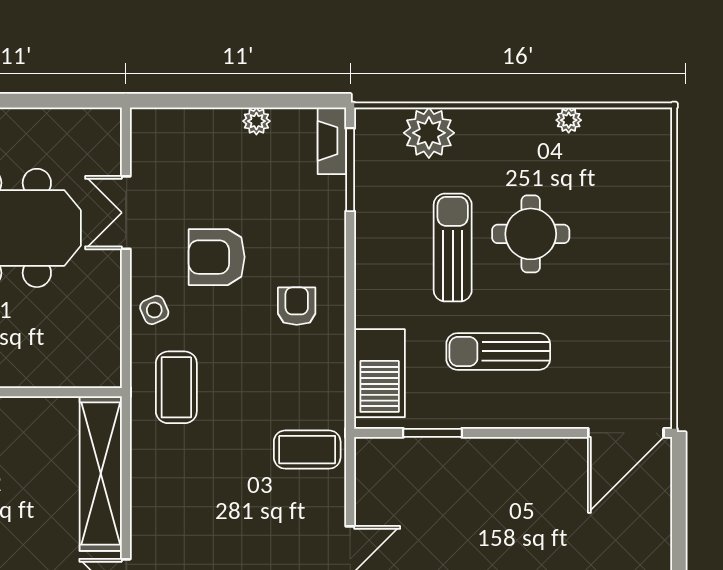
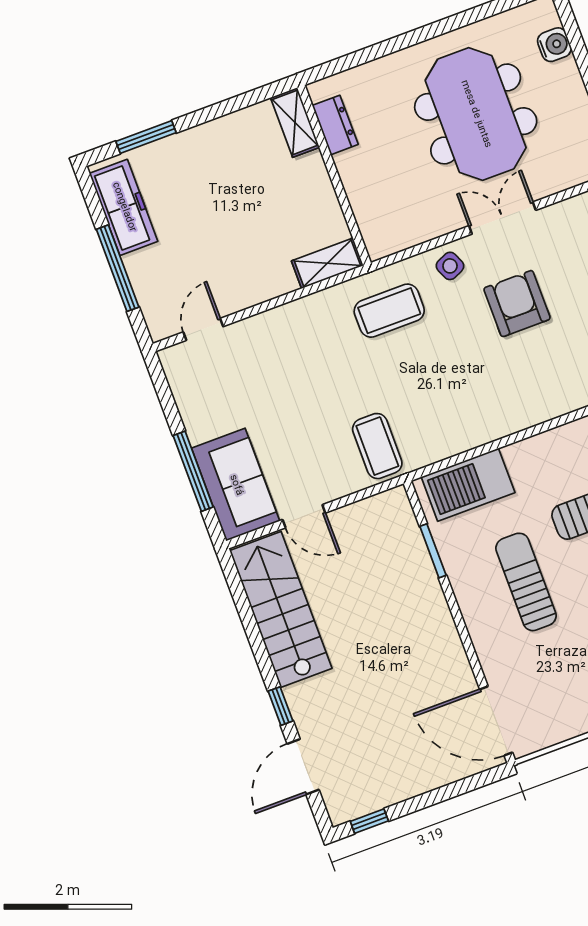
double door: (126, 213) -> (502, 218), moved
armchair: (297, 306) -> (500, 390), removed
shelving: (101, 474) -> (327, 263), width x0.45, depth x0.75

